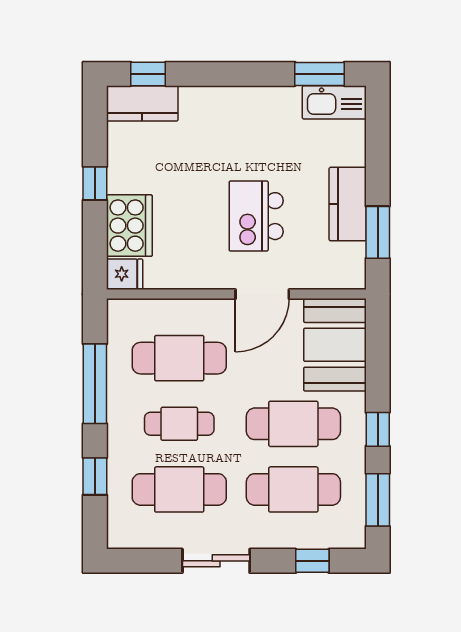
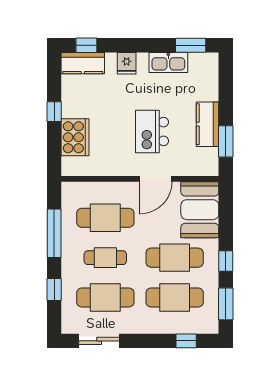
kitchen sink: (334, 102) -> (168, 62), moved
fridge: (125, 274) -> (127, 63), moved, turned 90
sliding door: (216, 561) -> (99, 341), moved

